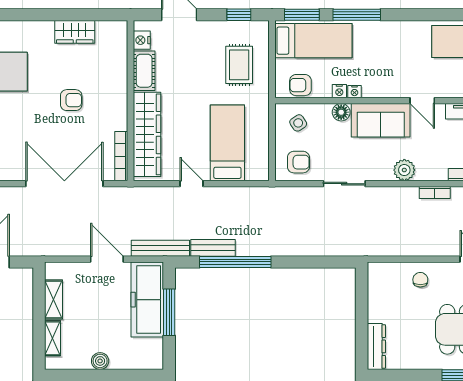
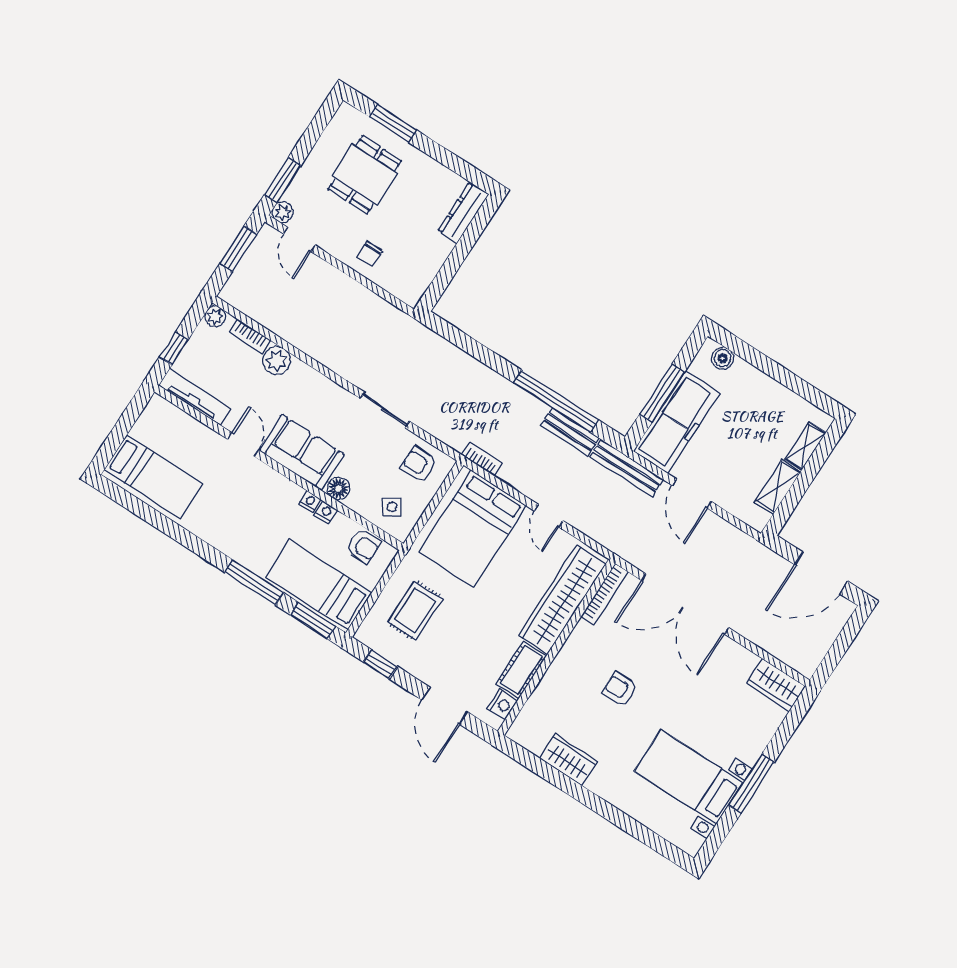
bed: (227, 143) -> (473, 529), width x1.50
plant: (404, 170) -> (277, 361), moved
bookcase: (435, 193) -> (482, 459), moved
boiler: (100, 361) -> (723, 358), moved

